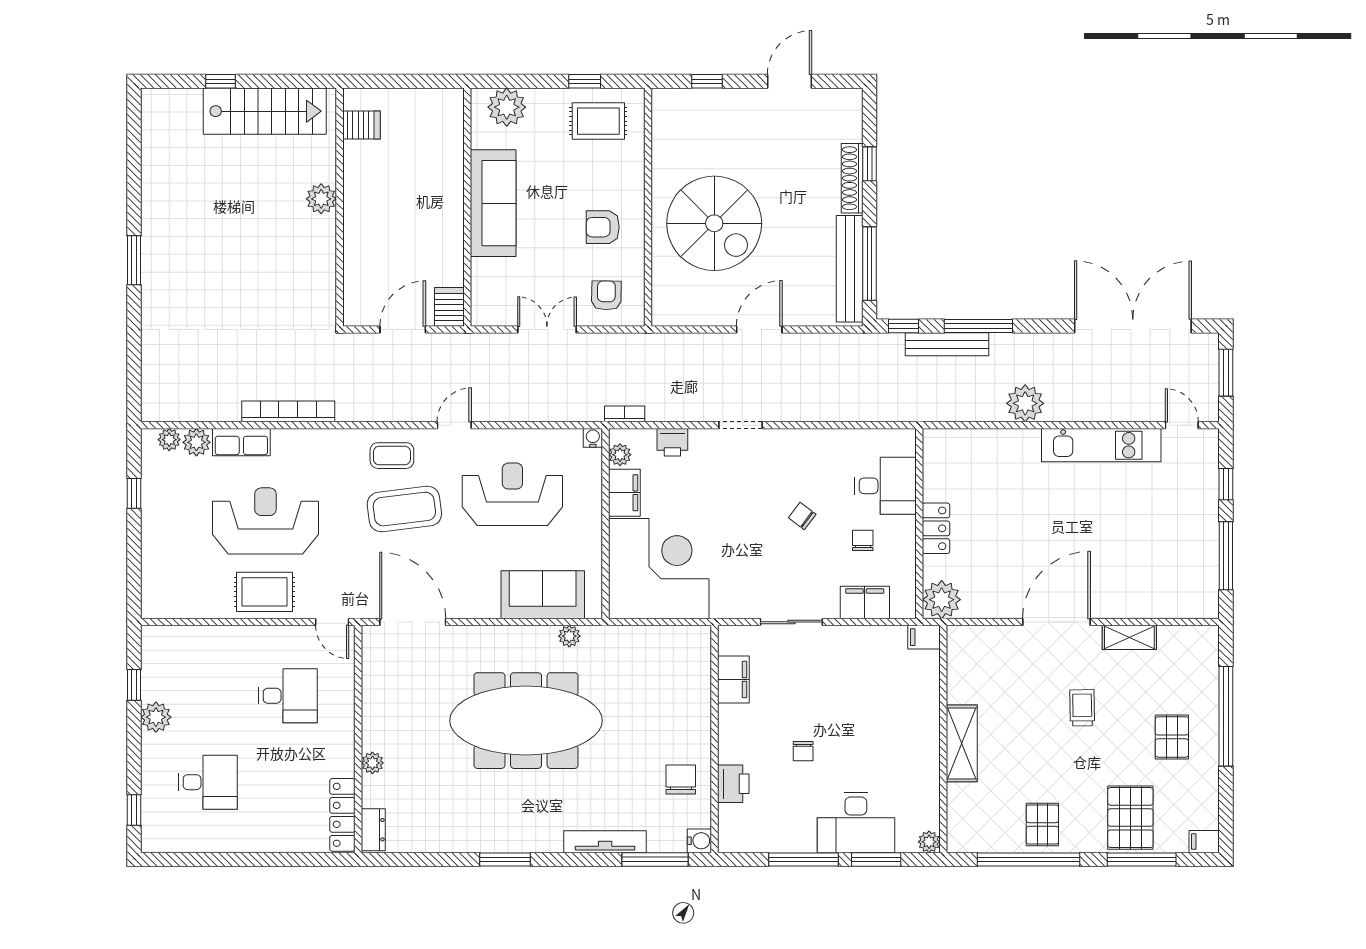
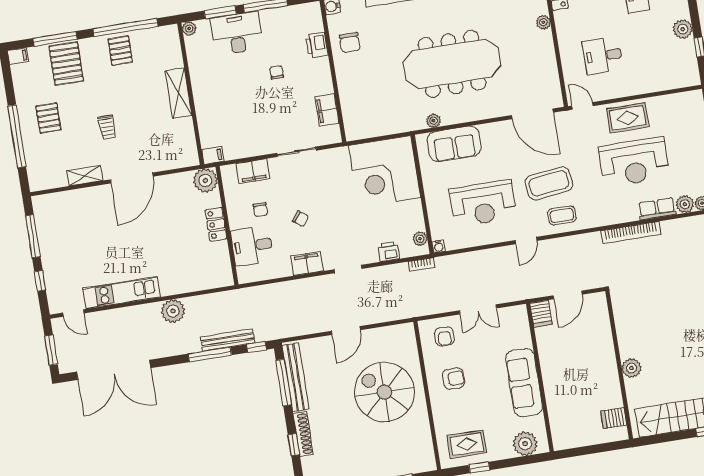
filing cabinet: (624, 493) -> (307, 264), moved, turned 90

